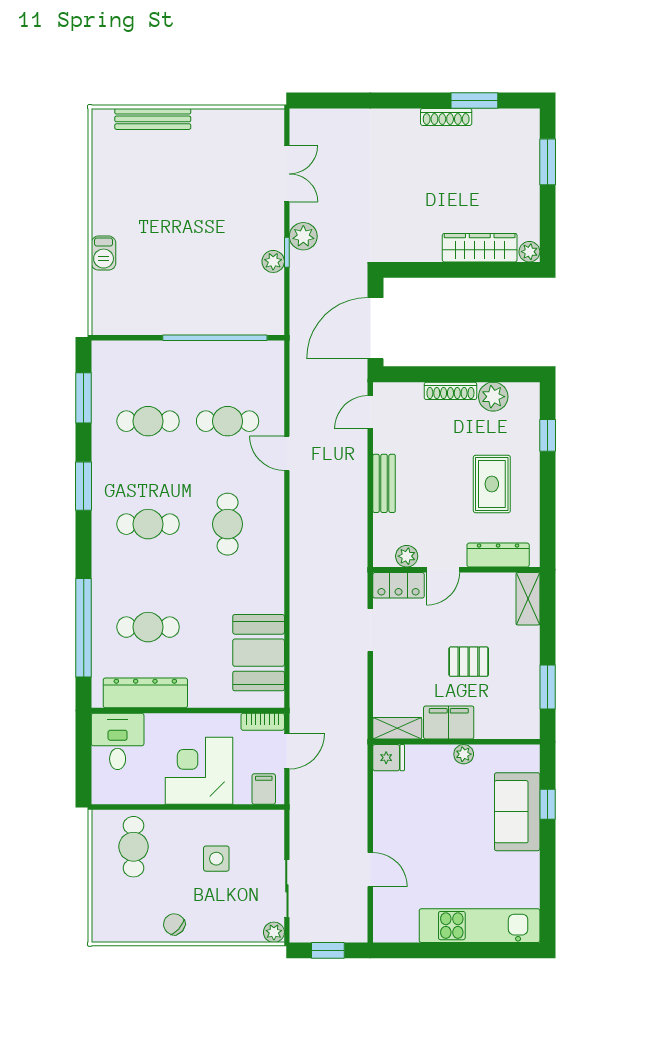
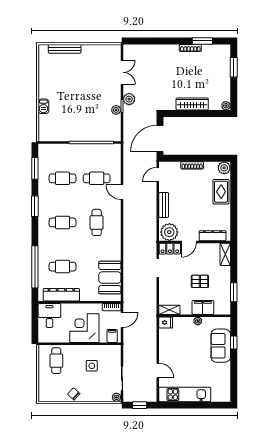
wardrobe: (480, 248) -> (192, 104), moved
plant: (493, 397) -> (224, 168), moved
window: (548, 435) -> (234, 184), removed
rug: (492, 484) -> (221, 192), moved
plant: (407, 556) -> (169, 232), width x1.87, depth x1.87
filing cabinet: (449, 723) -> (203, 307), moved
kitchen unit: (480, 926) -> (185, 394), moved

